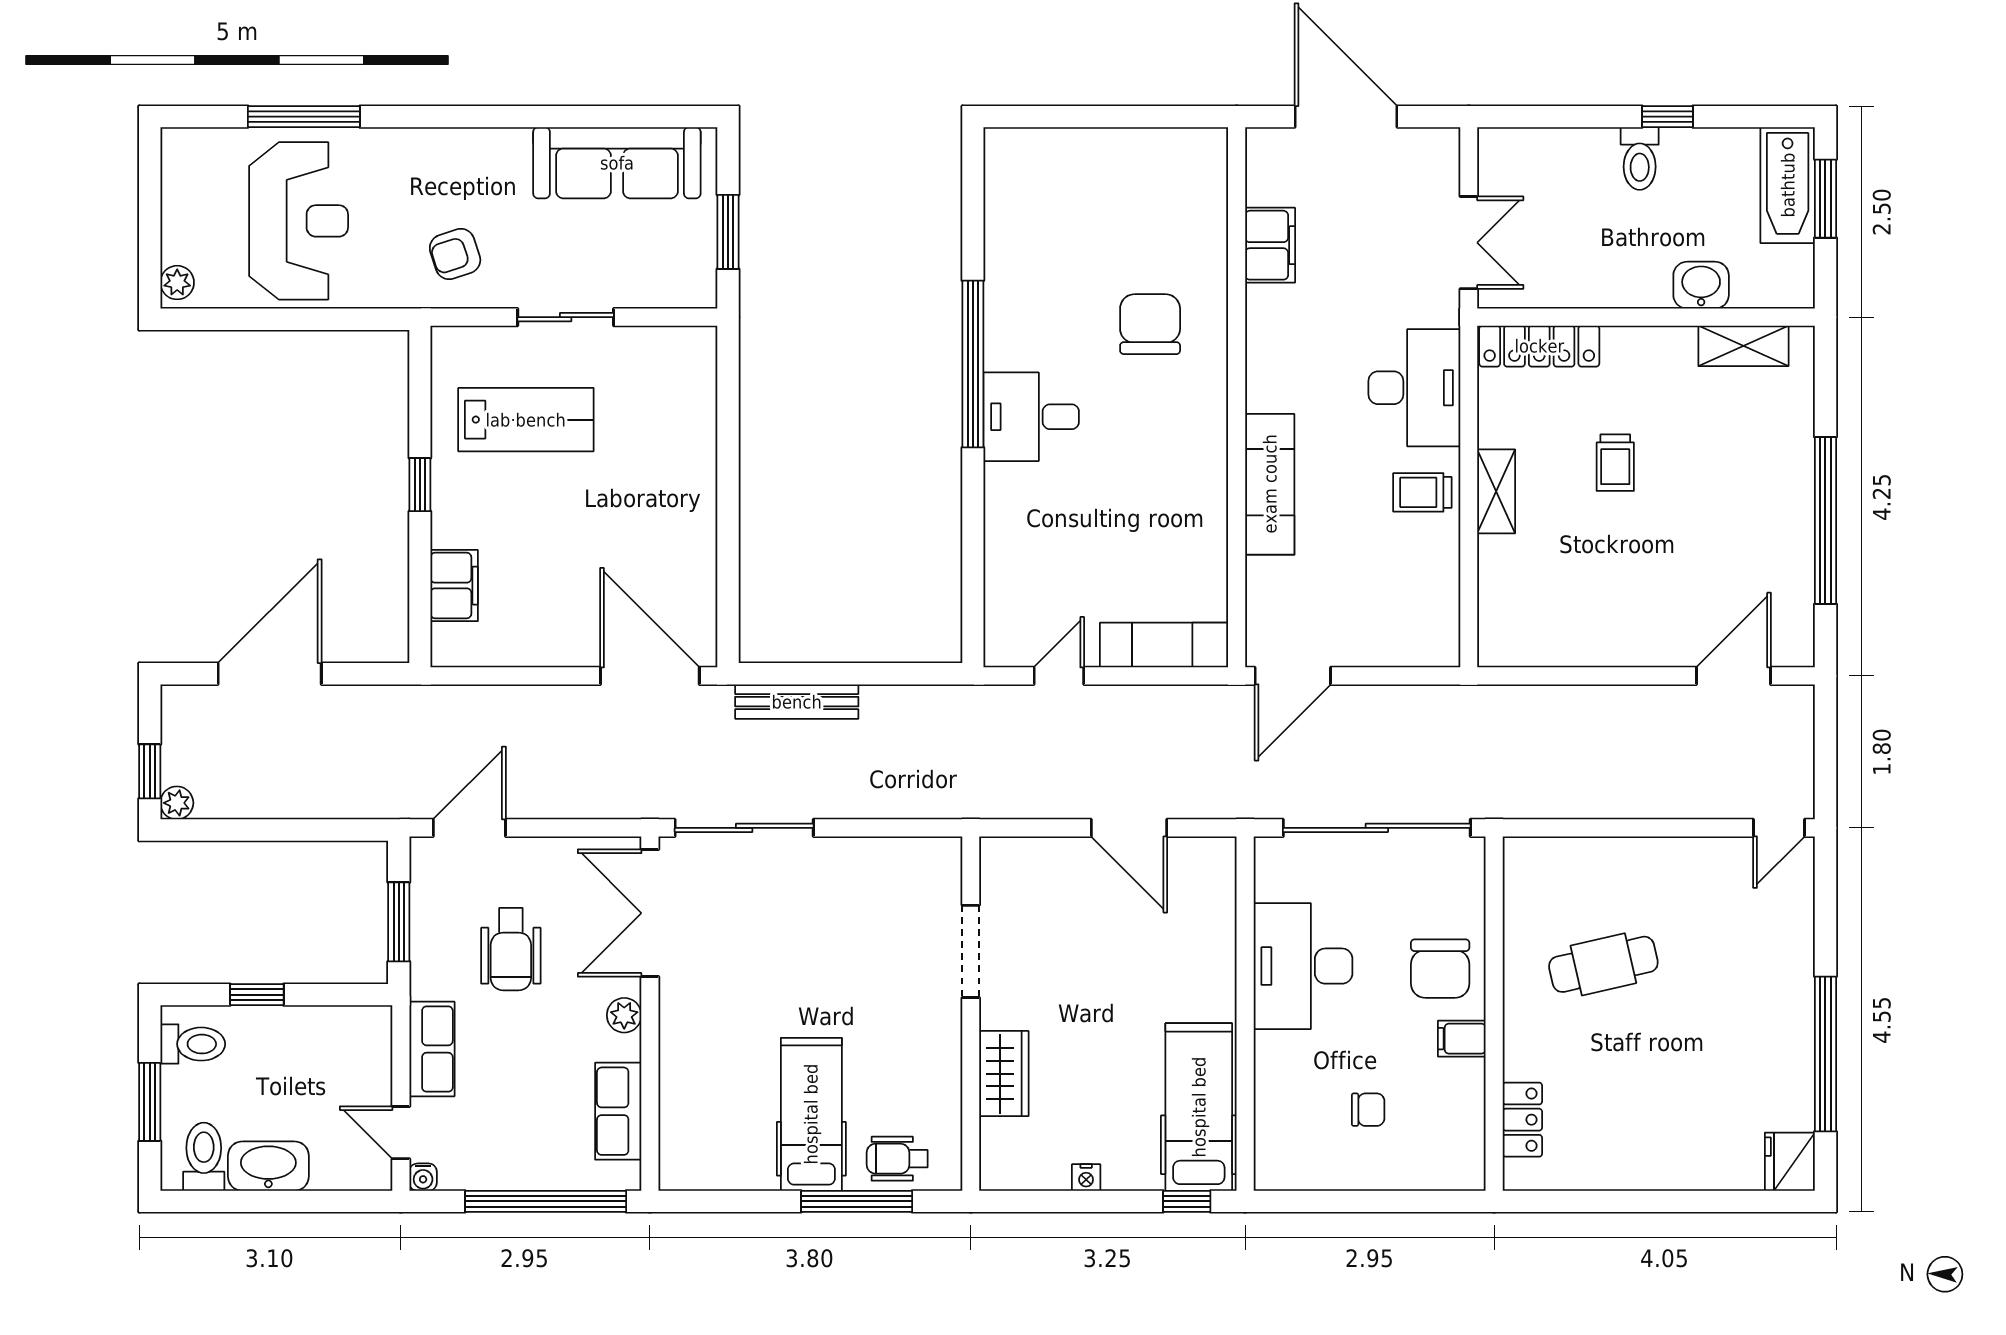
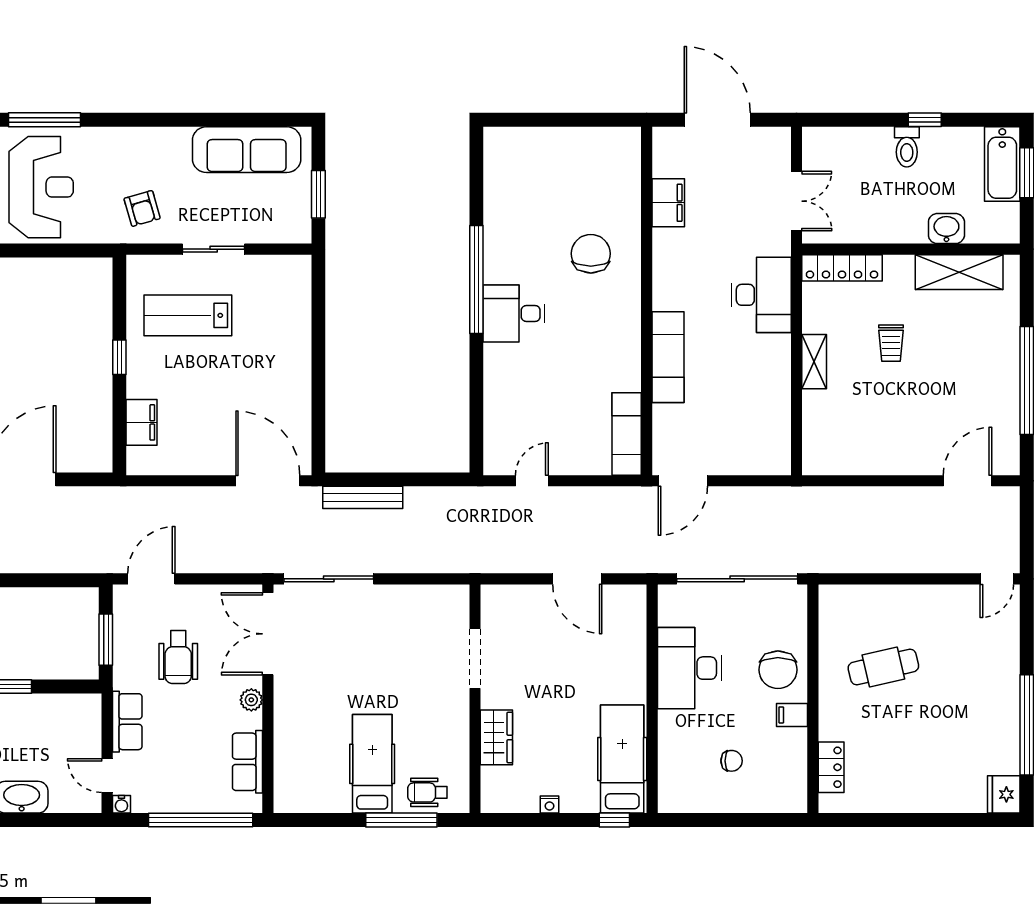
armchair: (455, 254) -> (142, 208), turned -88
shelving: (1743, 346) -> (959, 272), width x1.50, depth x1.33
lab bench: (526, 420) -> (188, 315), turned 180
trolley: (1422, 492) -> (767, 362), removed
exam couch: (1164, 645) -> (627, 434), moved, turned -90

